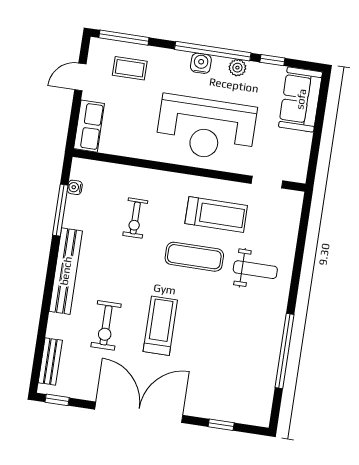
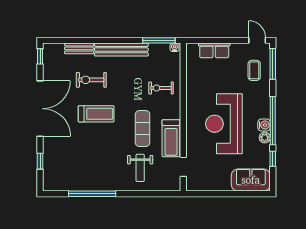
water cooler: (201, 63) -> (264, 125), moved
door: (80, 77) -> (257, 40), moved
wall: (189, 170) -> (183, 117), moved
doorway: (267, 182) -> (183, 167), moved
bench: (50, 361) -> (79, 48), moved

